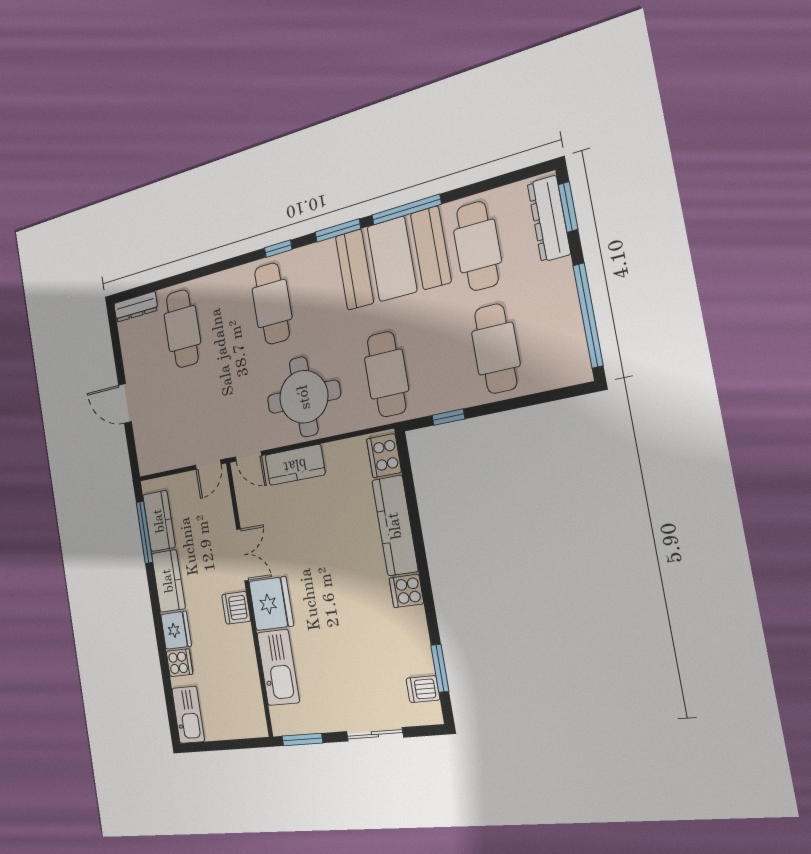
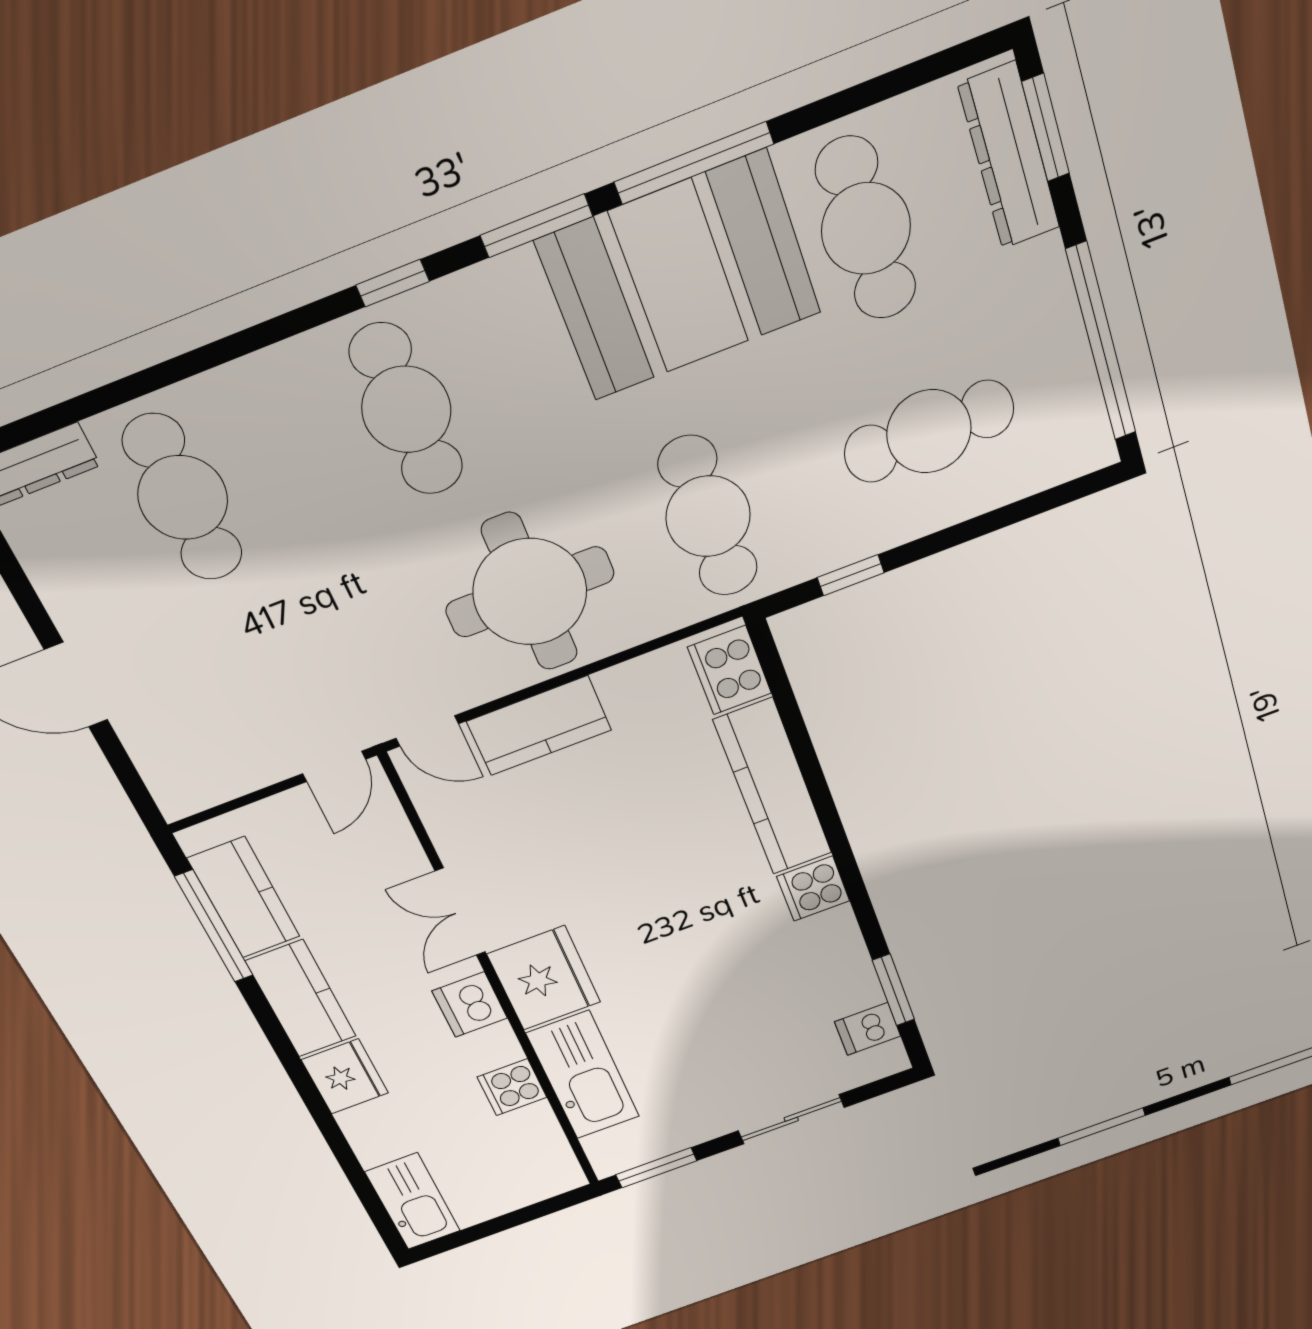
cafe table: (496, 349) -> (929, 431), turned 90
double door: (243, 555) -> (460, 912), swing flipped
cooker: (179, 663) -> (512, 1087), moved, turned 180

